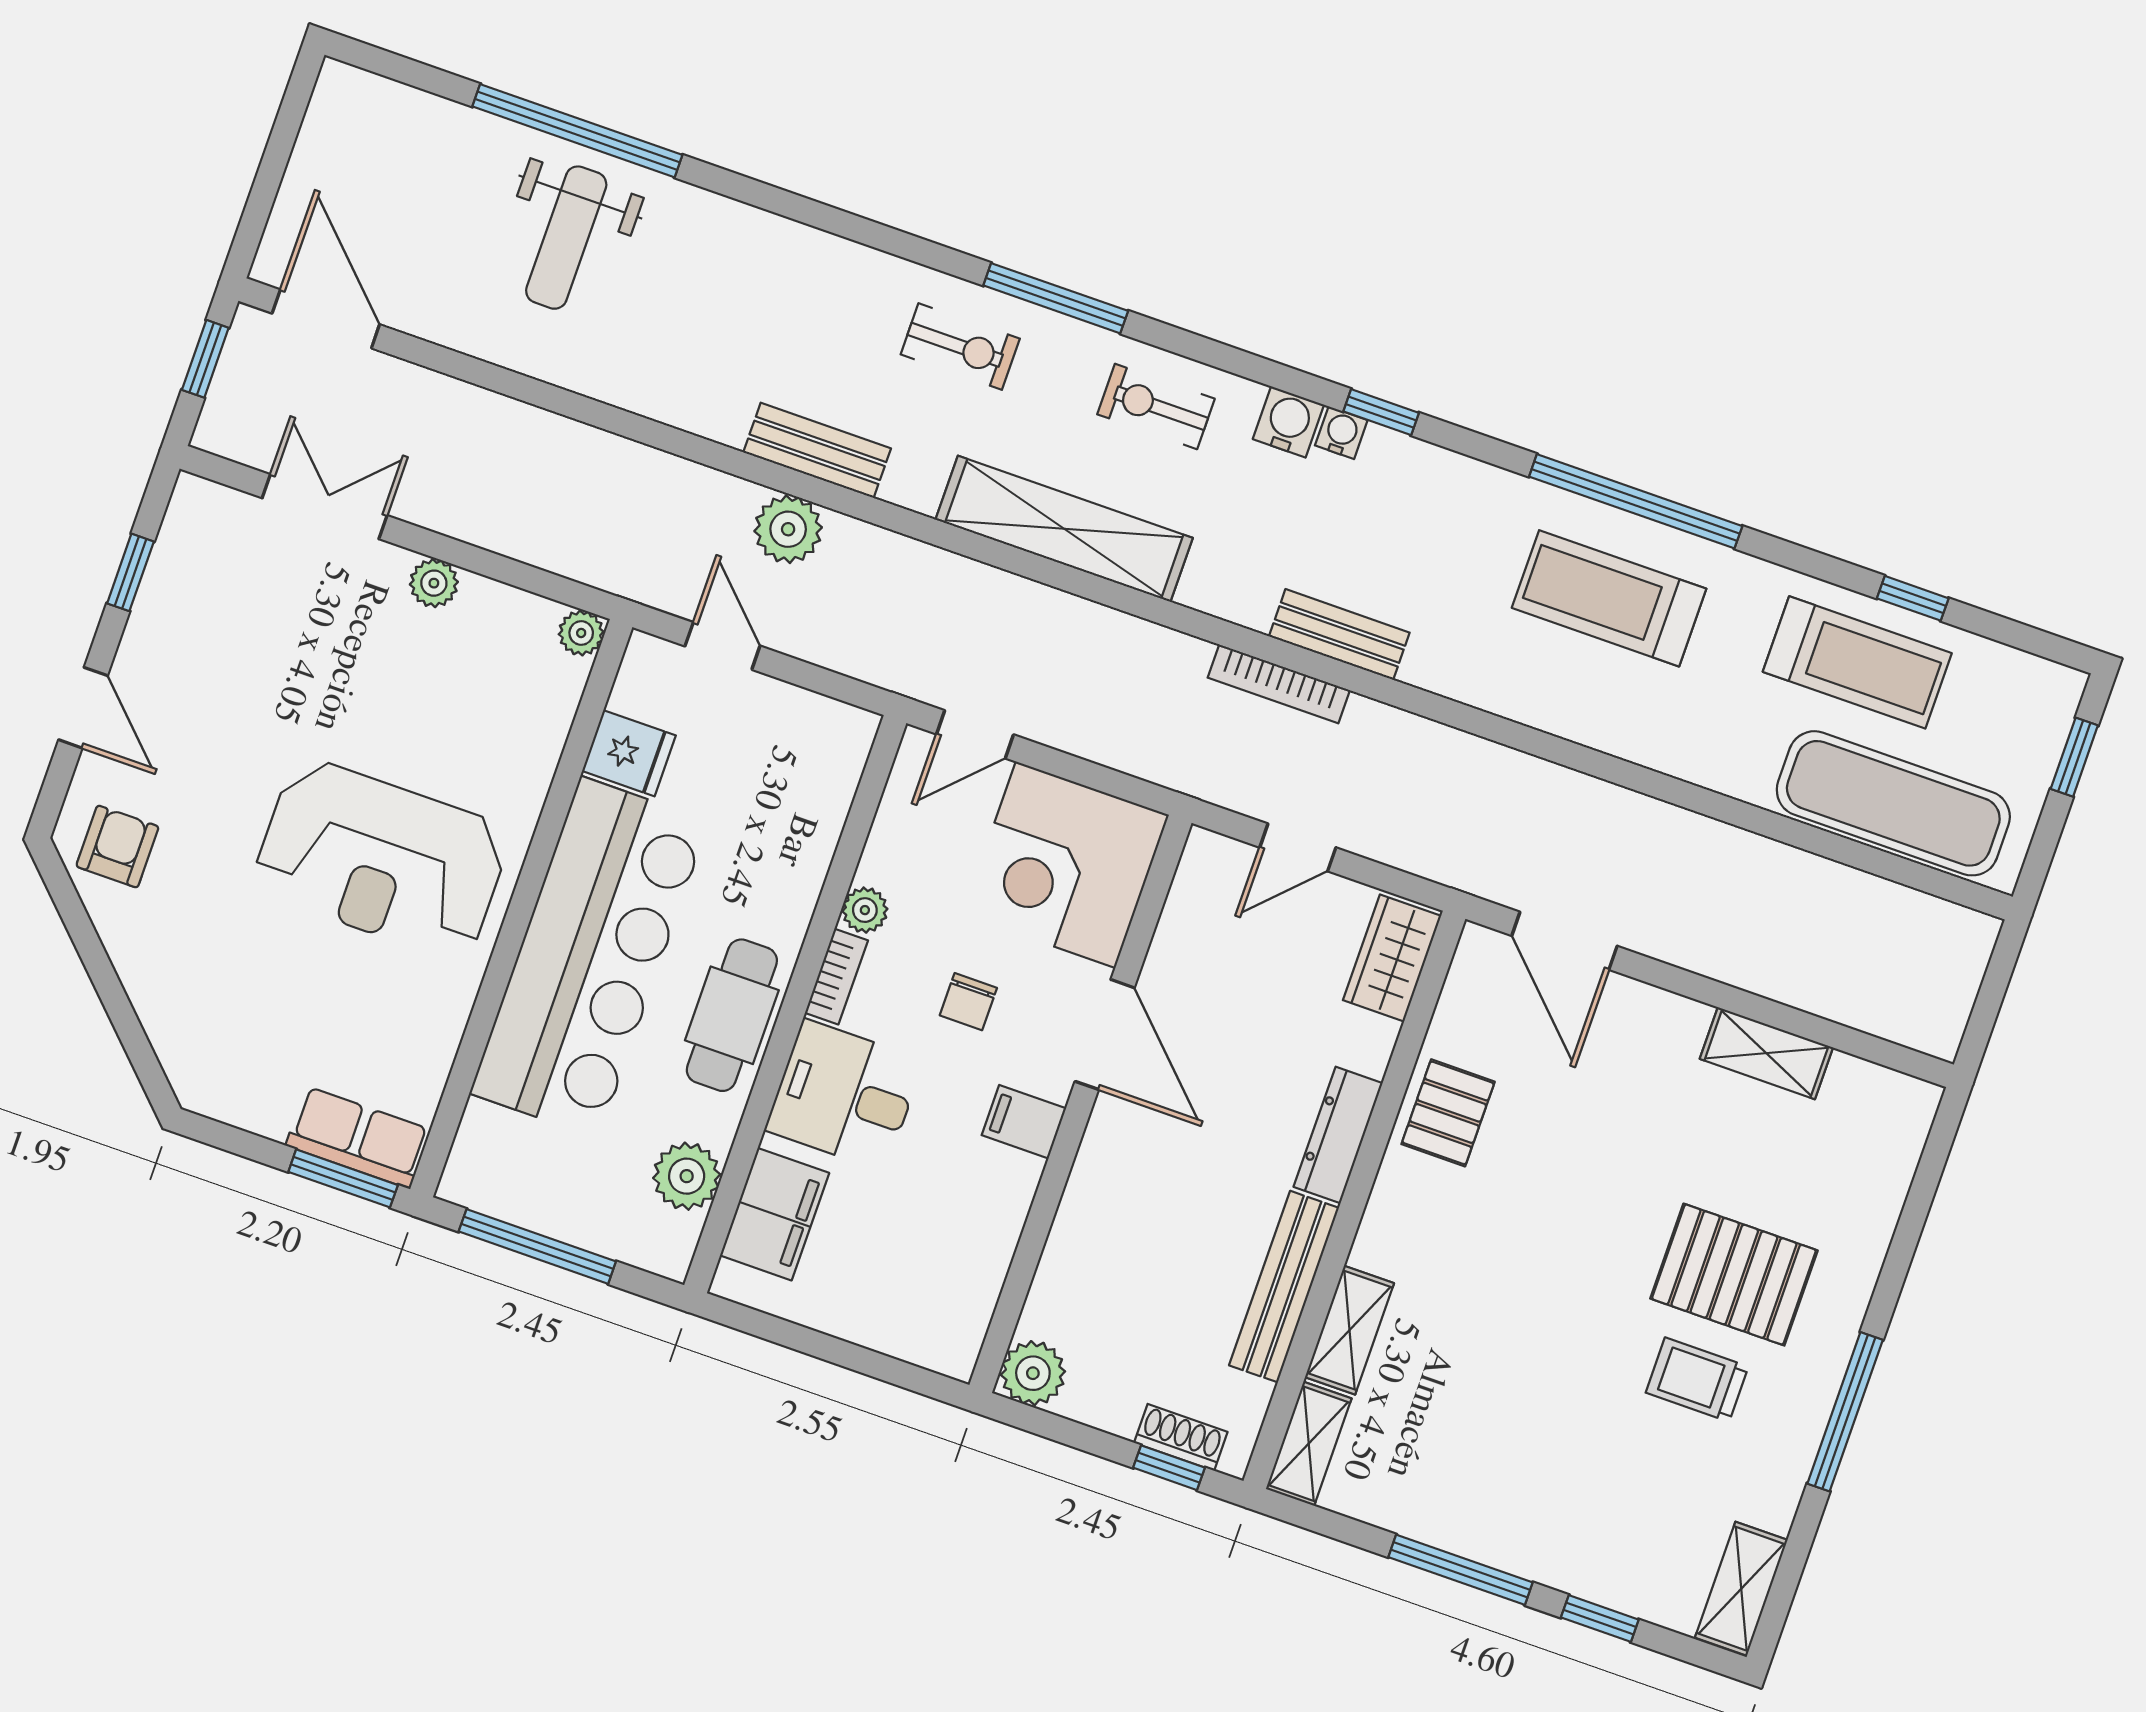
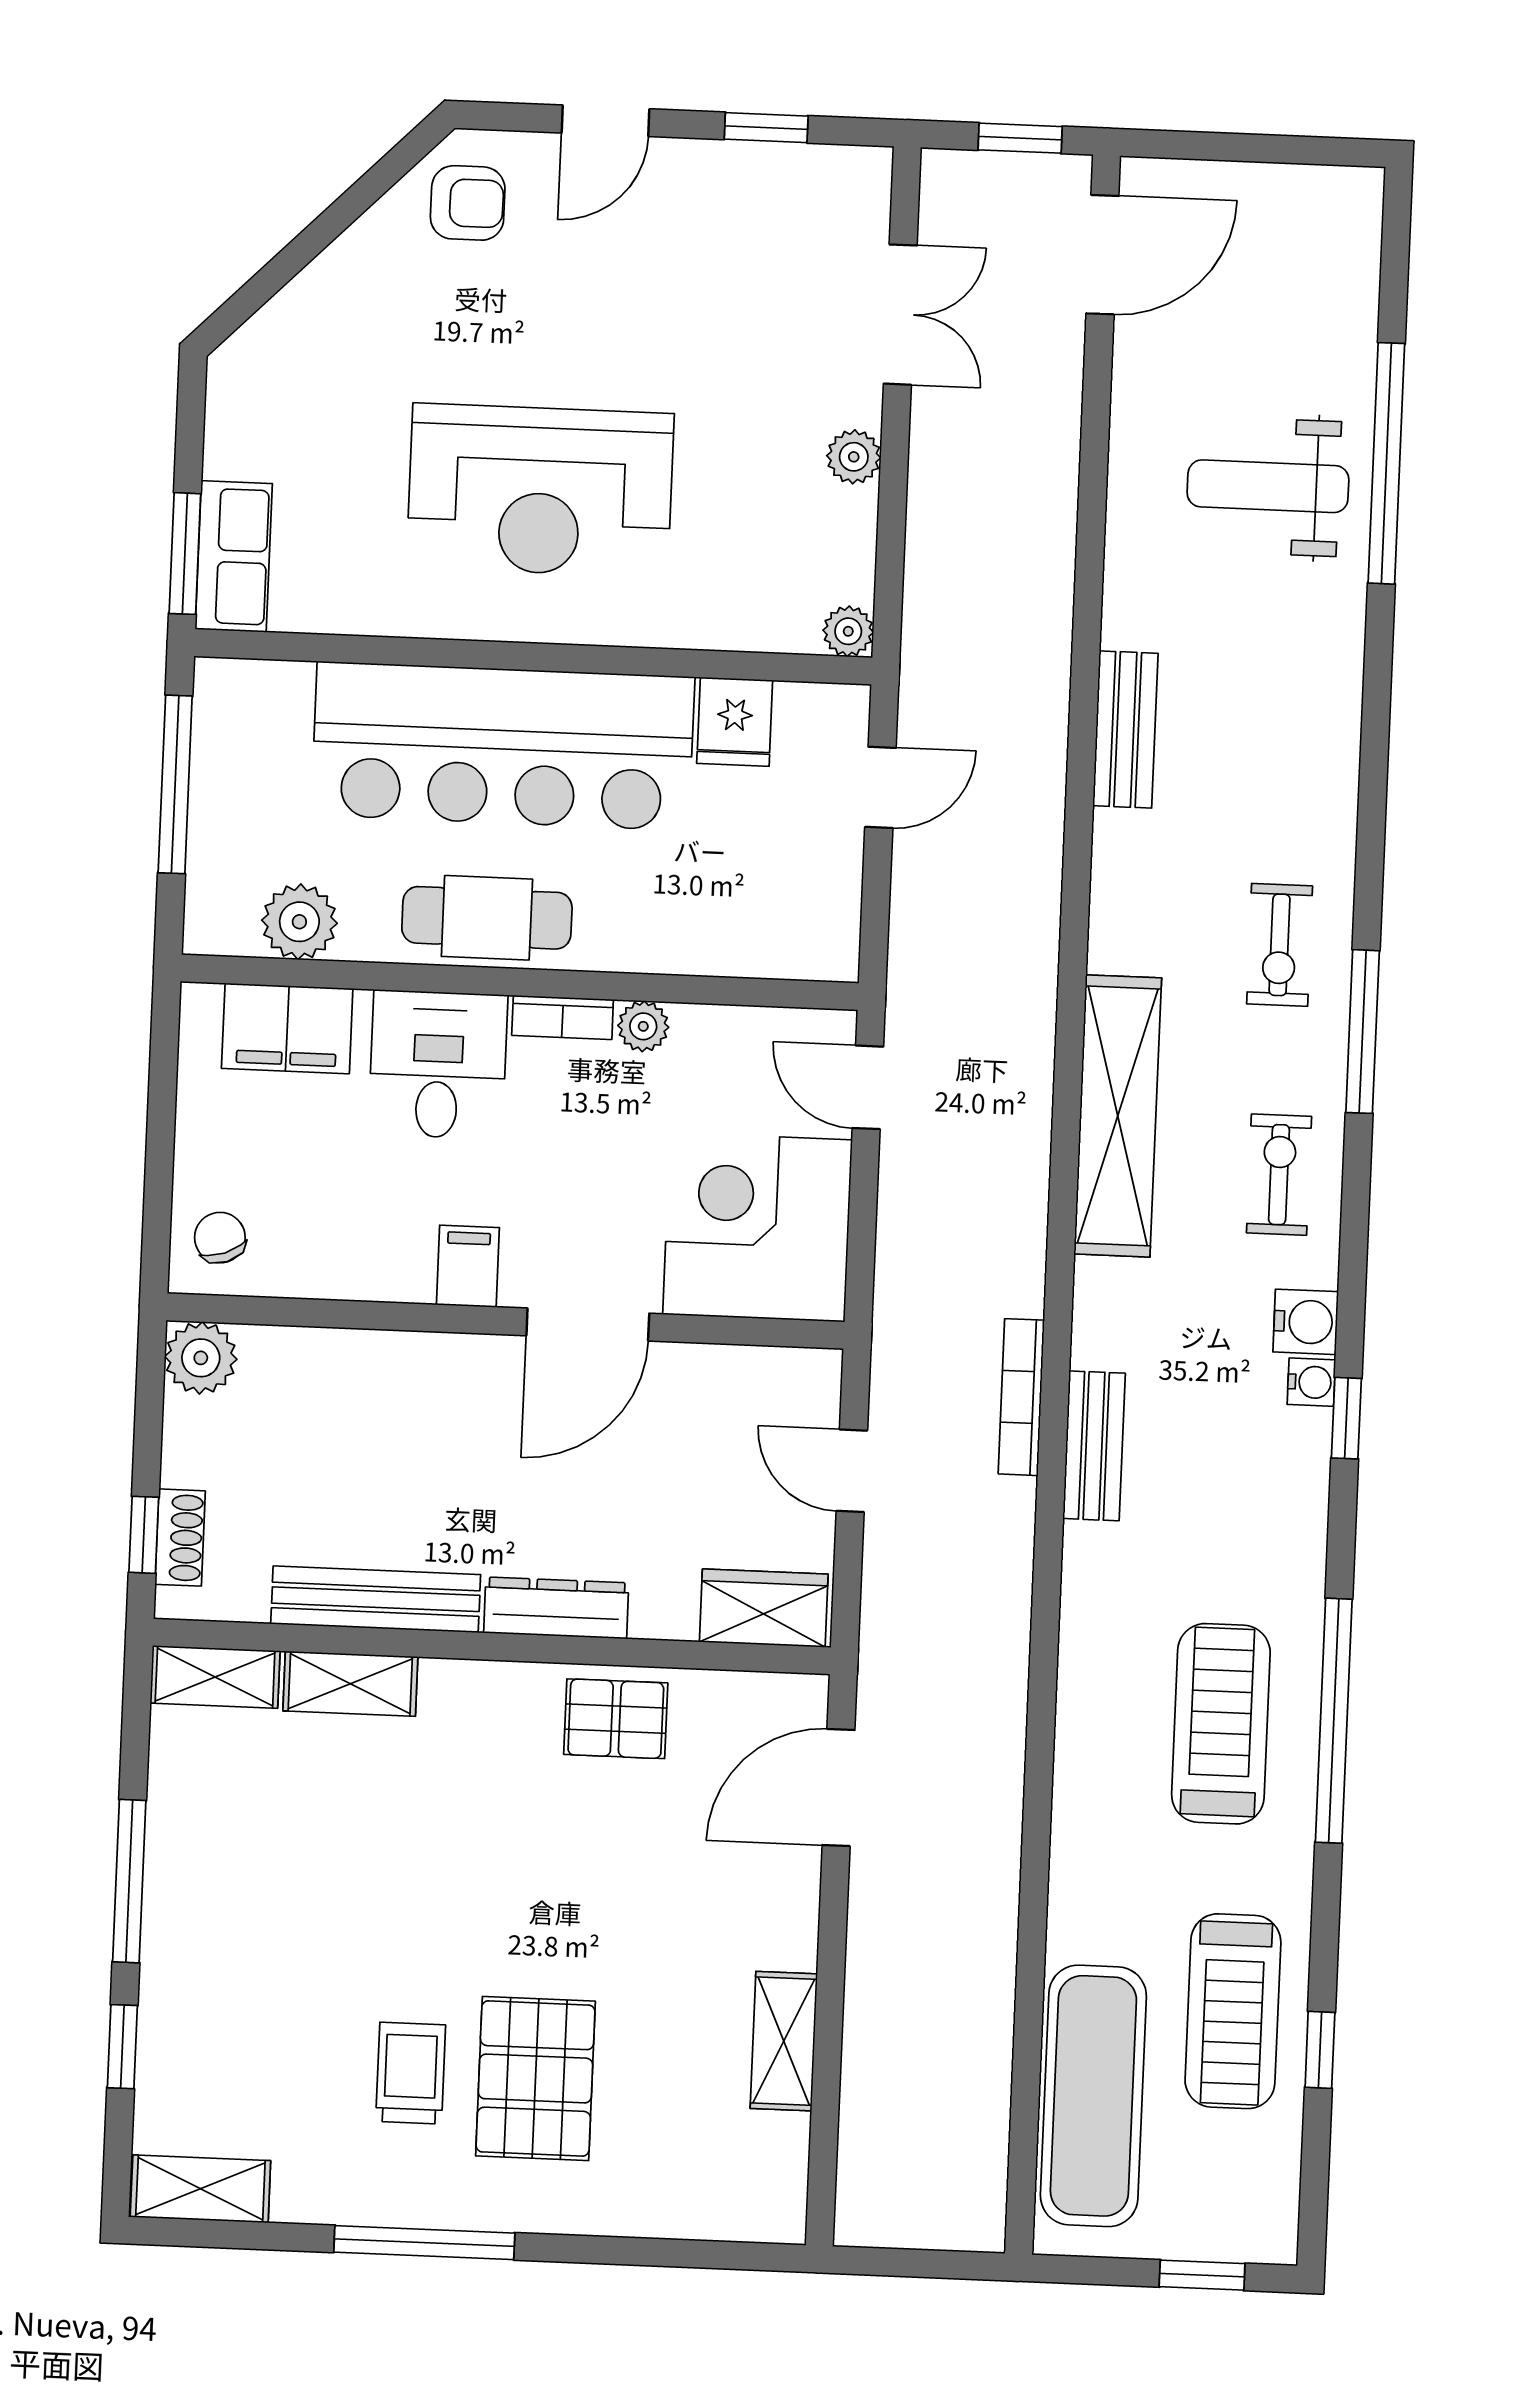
bench: (817, 450) -> (1125, 729), moved
plant: (788, 529) -> (1027, 820), removed
reception desk: (381, 859) -> (540, 490), turned -90
chair: (968, 1002) -> (220, 1238), moved, turned 70

